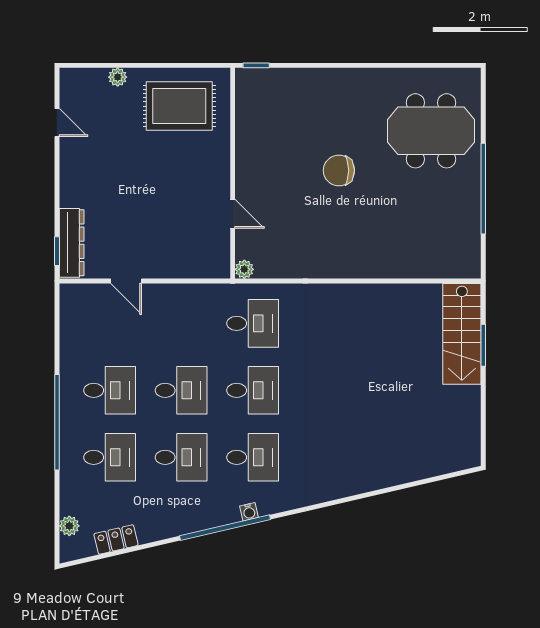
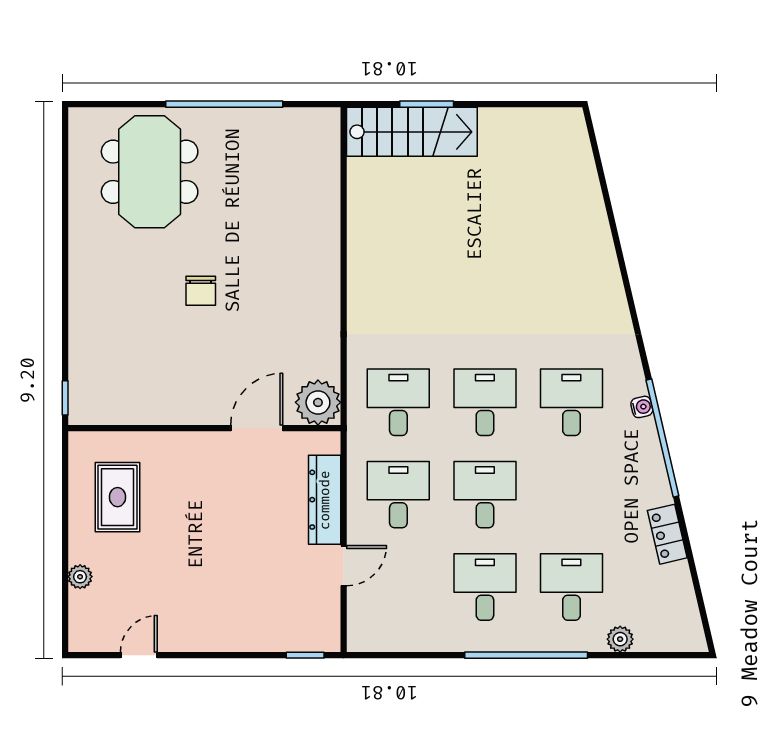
rug: (179, 106) -> (118, 497), width x0.73, depth x0.70
chair: (339, 170) -> (201, 291), width x0.73, depth x0.73
door: (233, 214) -> (257, 428), width x1.38
dresser: (72, 243) -> (325, 500), moved, turned -90
plant: (244, 269) -> (318, 402), width x1.87, depth x1.87
desk: (181, 457) -> (398, 495), moved
plant: (69, 526) -> (620, 639), moved
locker: (116, 540) -> (667, 534), moved

